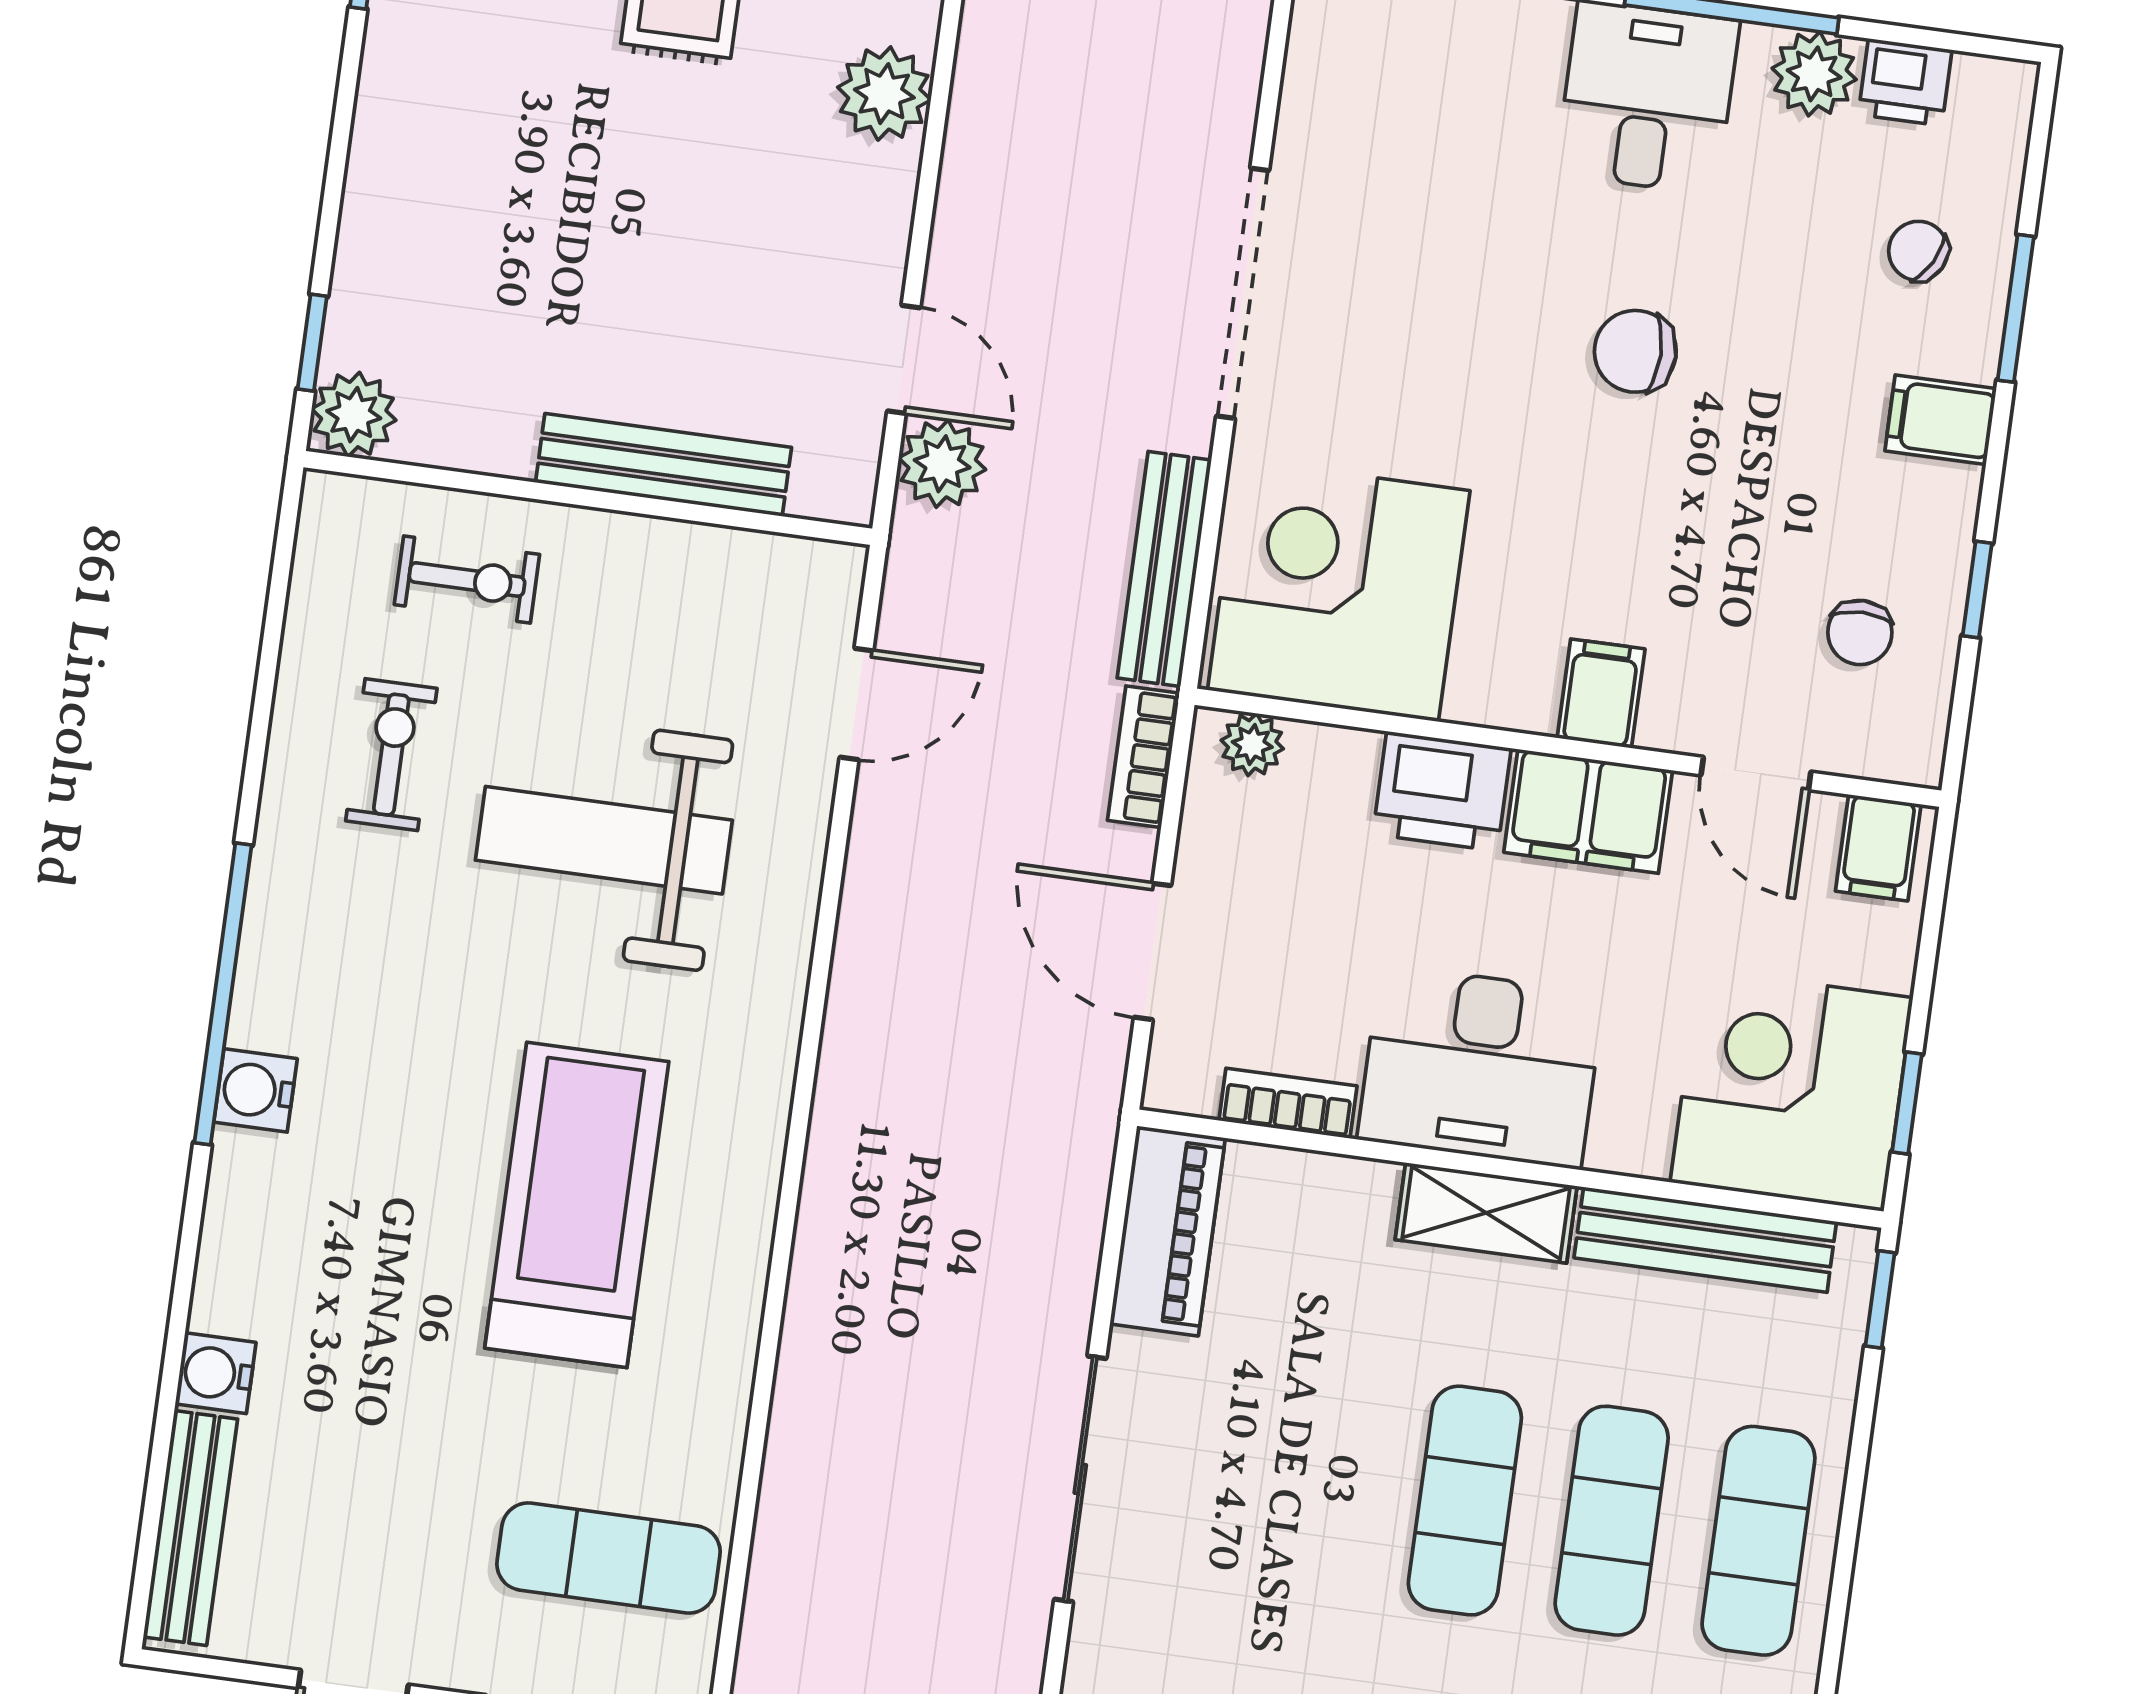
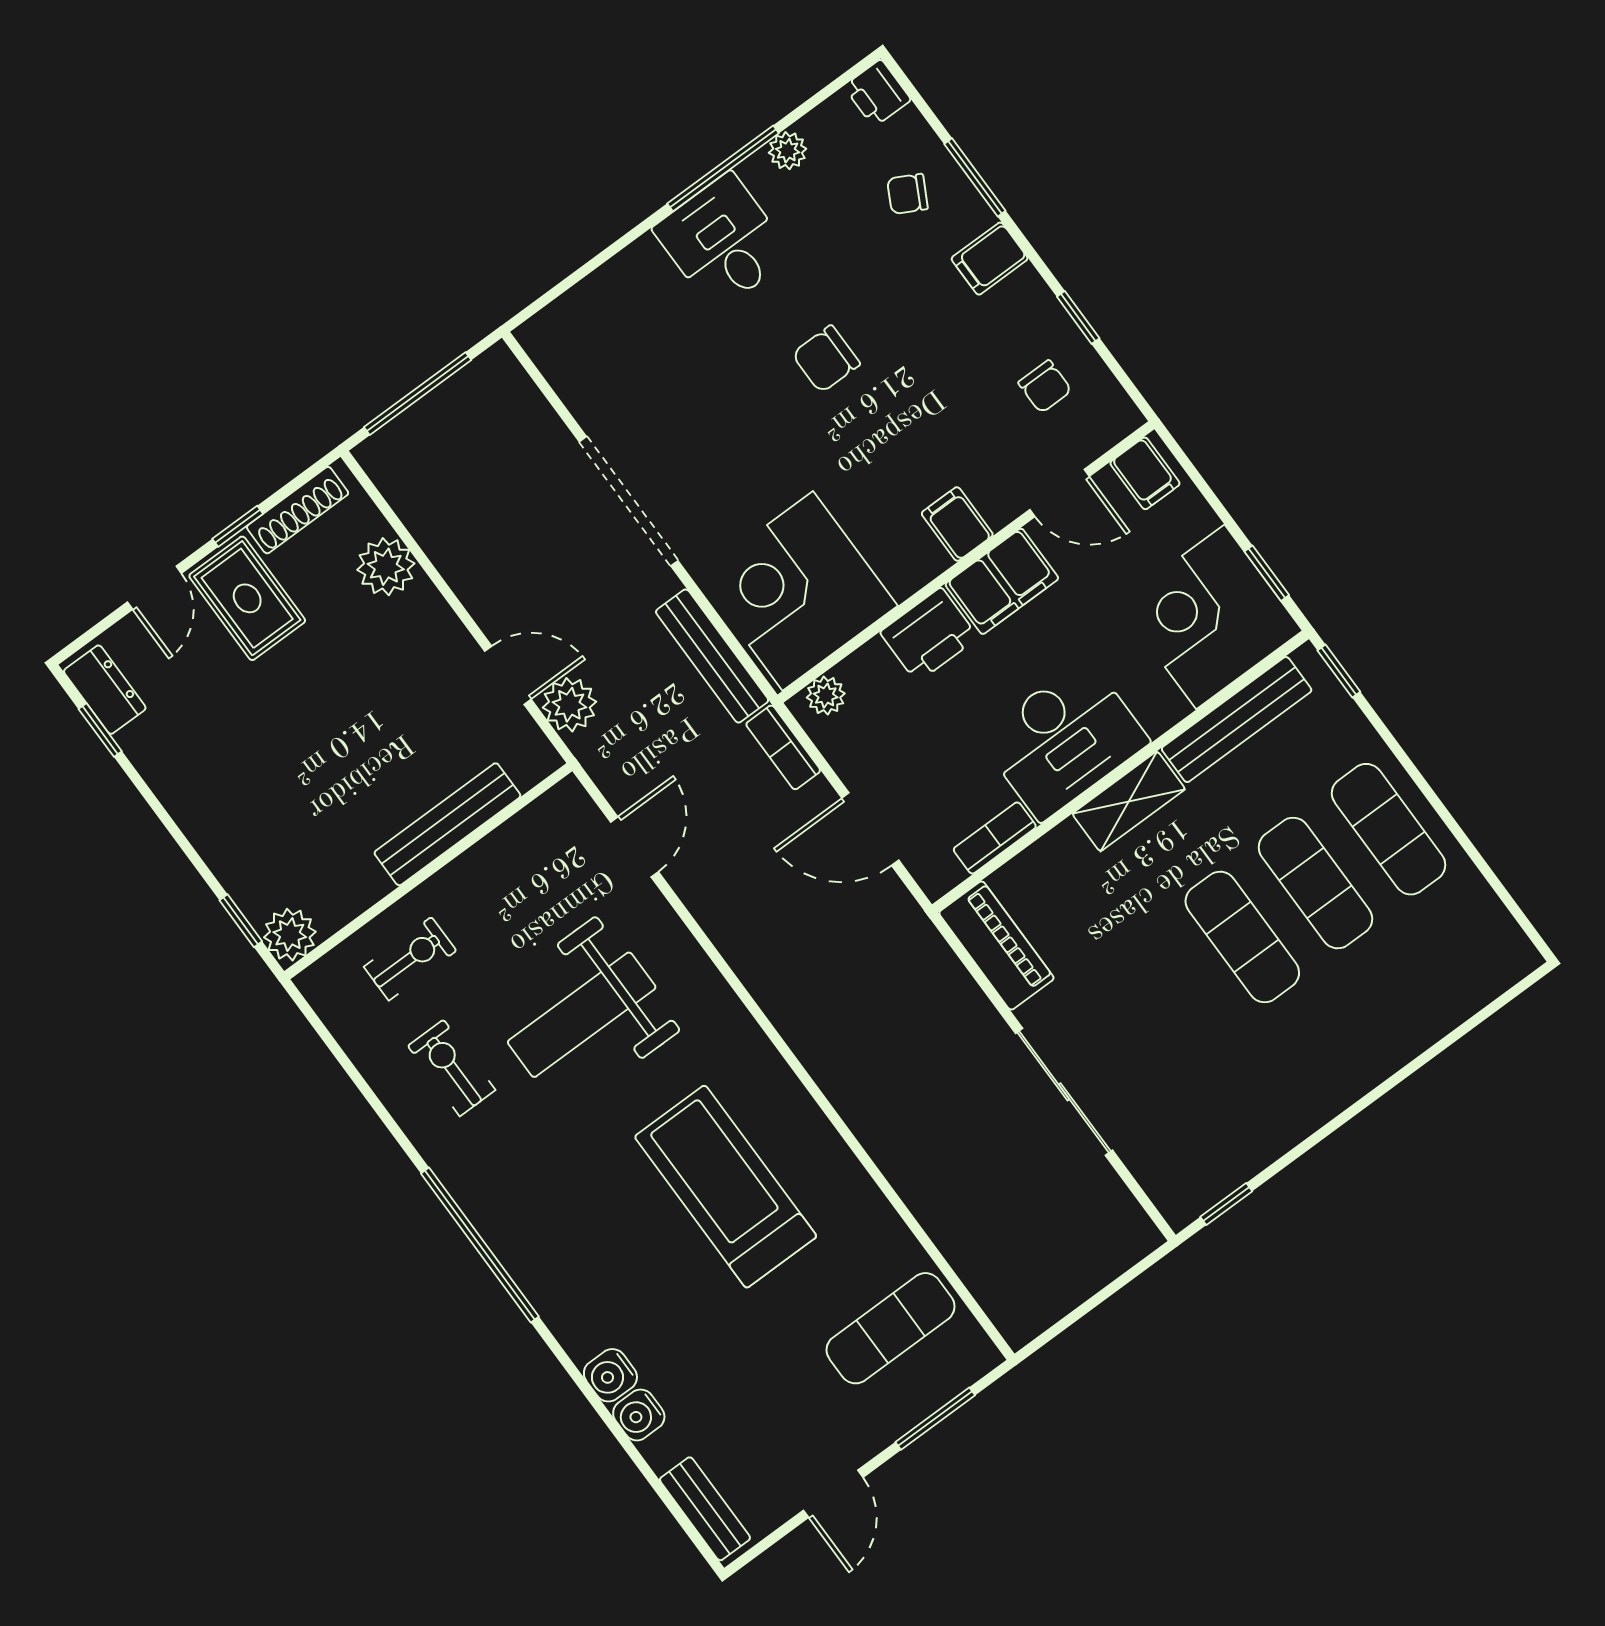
plant: (1814, 74) -> (788, 151), width x0.73, depth x0.73
printer: (1905, 82) -> (877, 93), moved, turned 90
water cooler: (256, 1090) -> (610, 1375), moved
bench: (190, 1528) -> (705, 1509), width x0.73

